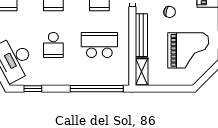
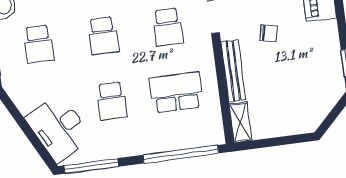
grand piano: (188, 50) -> (302, 84), removed
window: (33, 89) -> (91, 166), width x2.17

